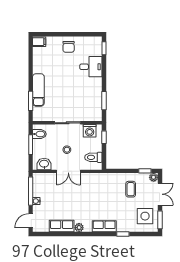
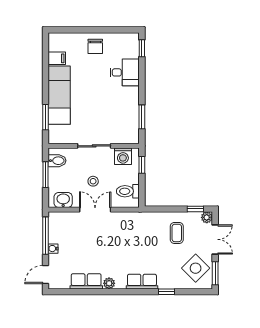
filing cabinet: (39, 42) -> (57, 58), moved
exam couch: (38, 90) -> (59, 95), width x1.36, depth x1.45
double door: (68, 171) -> (95, 210), swing flipped
side table: (145, 216) -> (196, 268), turned 45

